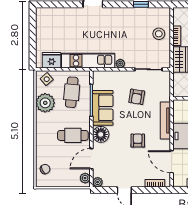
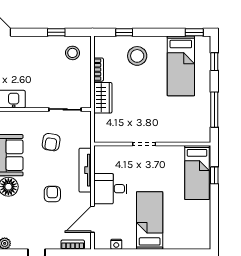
stool: (159, 34) -> (73, 53), moved
plant: (120, 64) -> (32, 103), removed
door: (172, 162) -> (93, 219), hinge flipped

